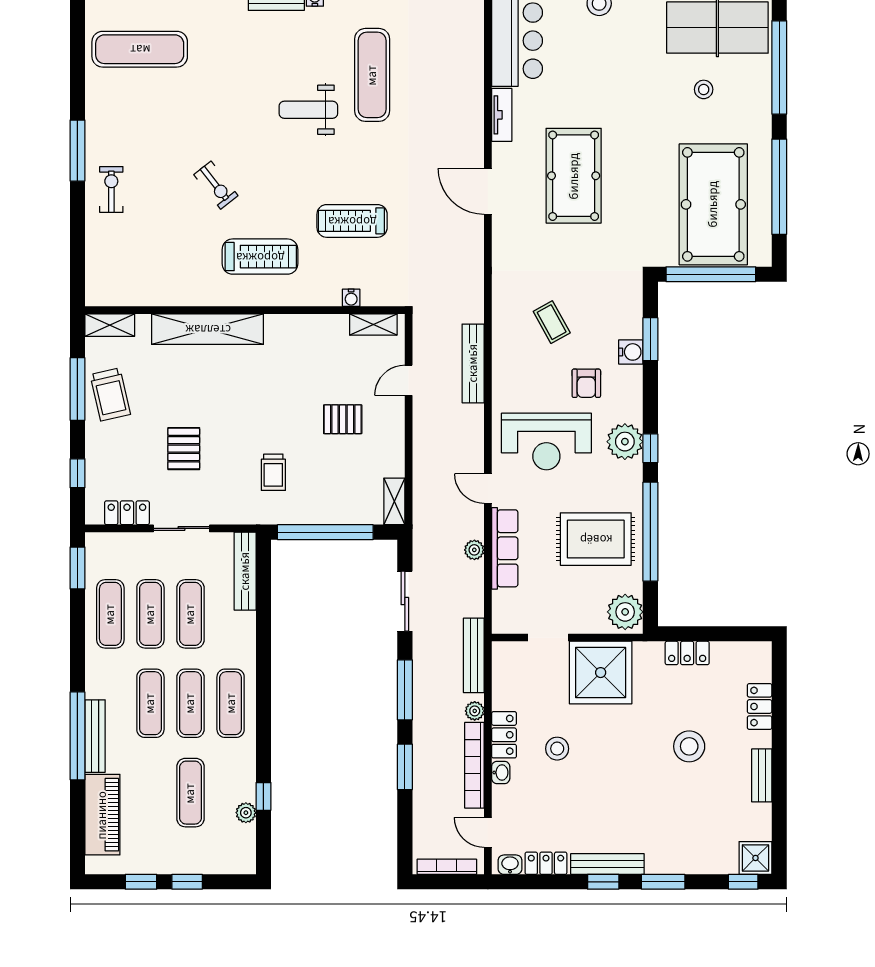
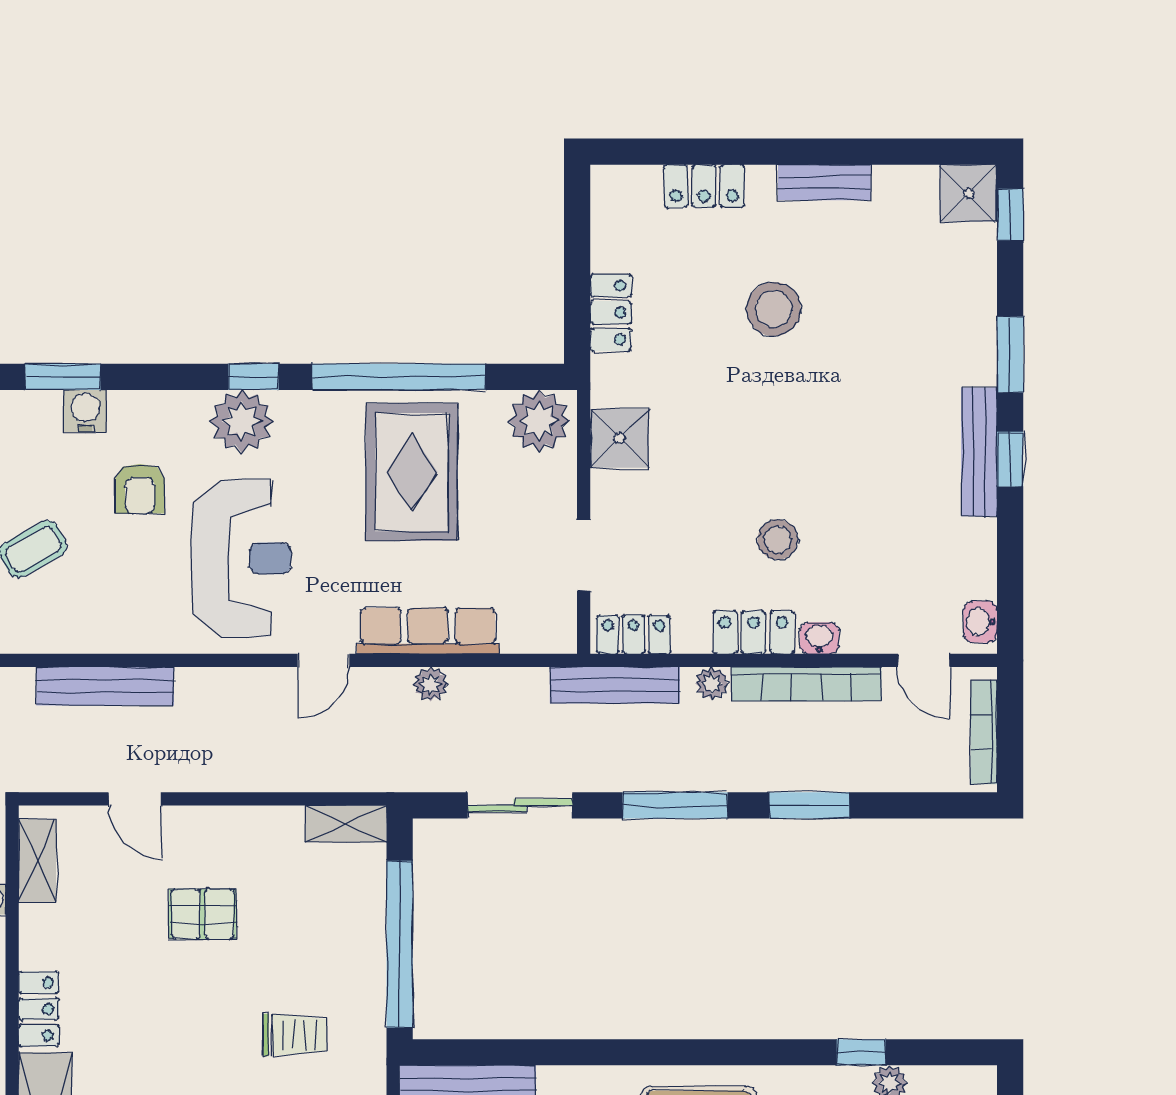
locker: (288, 325) -> (39, 1009), added
armchair: (586, 383) -> (140, 489), turned 90
pallet: (343, 419) -> (203, 914), turned 90
shower: (601, 673) -> (619, 438), width x0.54, depth x0.54
door: (488, 832) -> (924, 660), hinge flipped
locker: (546, 863) -> (633, 635), moved, turned 90

